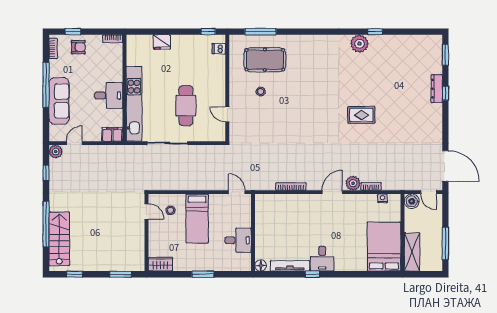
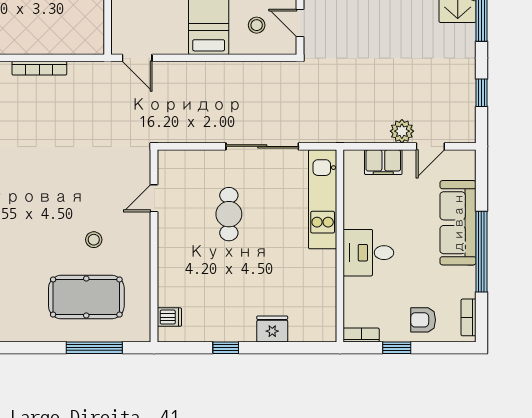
window: (73, 32) -> (397, 348), moved
window: (208, 32) -> (226, 348), moved
desk: (109, 95) -> (368, 253), moved
kitchen unit: (134, 104) -> (323, 199), width x0.73
cafe table: (186, 106) -> (229, 214), width x0.73, depth x0.74
door: (227, 114) -> (154, 198), swing flipped
filing cabinet: (112, 134) -> (383, 162), moved
plant: (56, 152) -> (402, 131), moved

